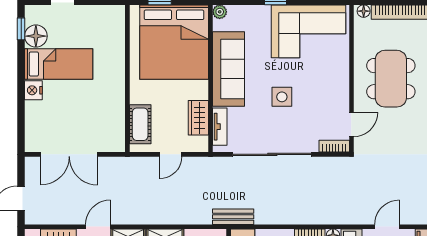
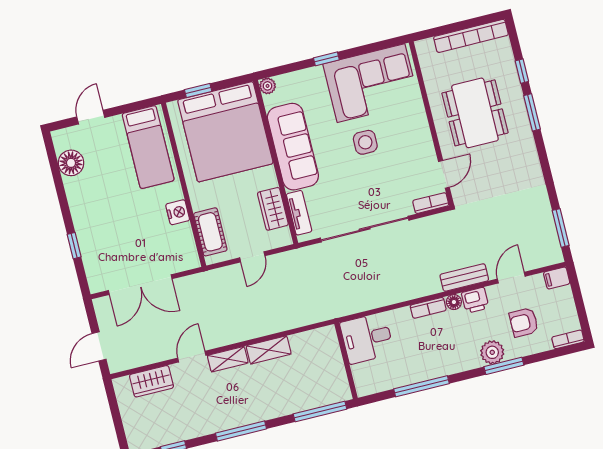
floor lamp: (364, 11) -> (426, 46), removed
window: (21, 29) -> (74, 246), moved
bed: (59, 64) -> (148, 147), moved, turned 90
nightstand: (33, 90) -> (178, 212), moved, turned 180
side table: (282, 97) -> (365, 142), moved
bench: (233, 217) -> (464, 278), moved

